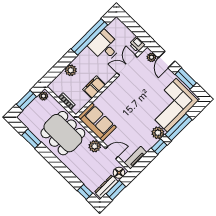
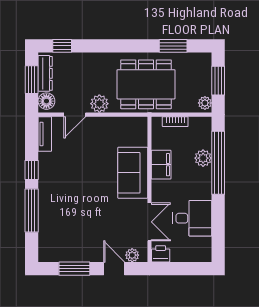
window: (89, 37) -> (218, 163), moved
corner sofa: (172, 105) -> (61, 226), removed
sofa: (97, 122) -> (133, 173), moved, turned 90
plant: (158, 133) -> (47, 183), removed

